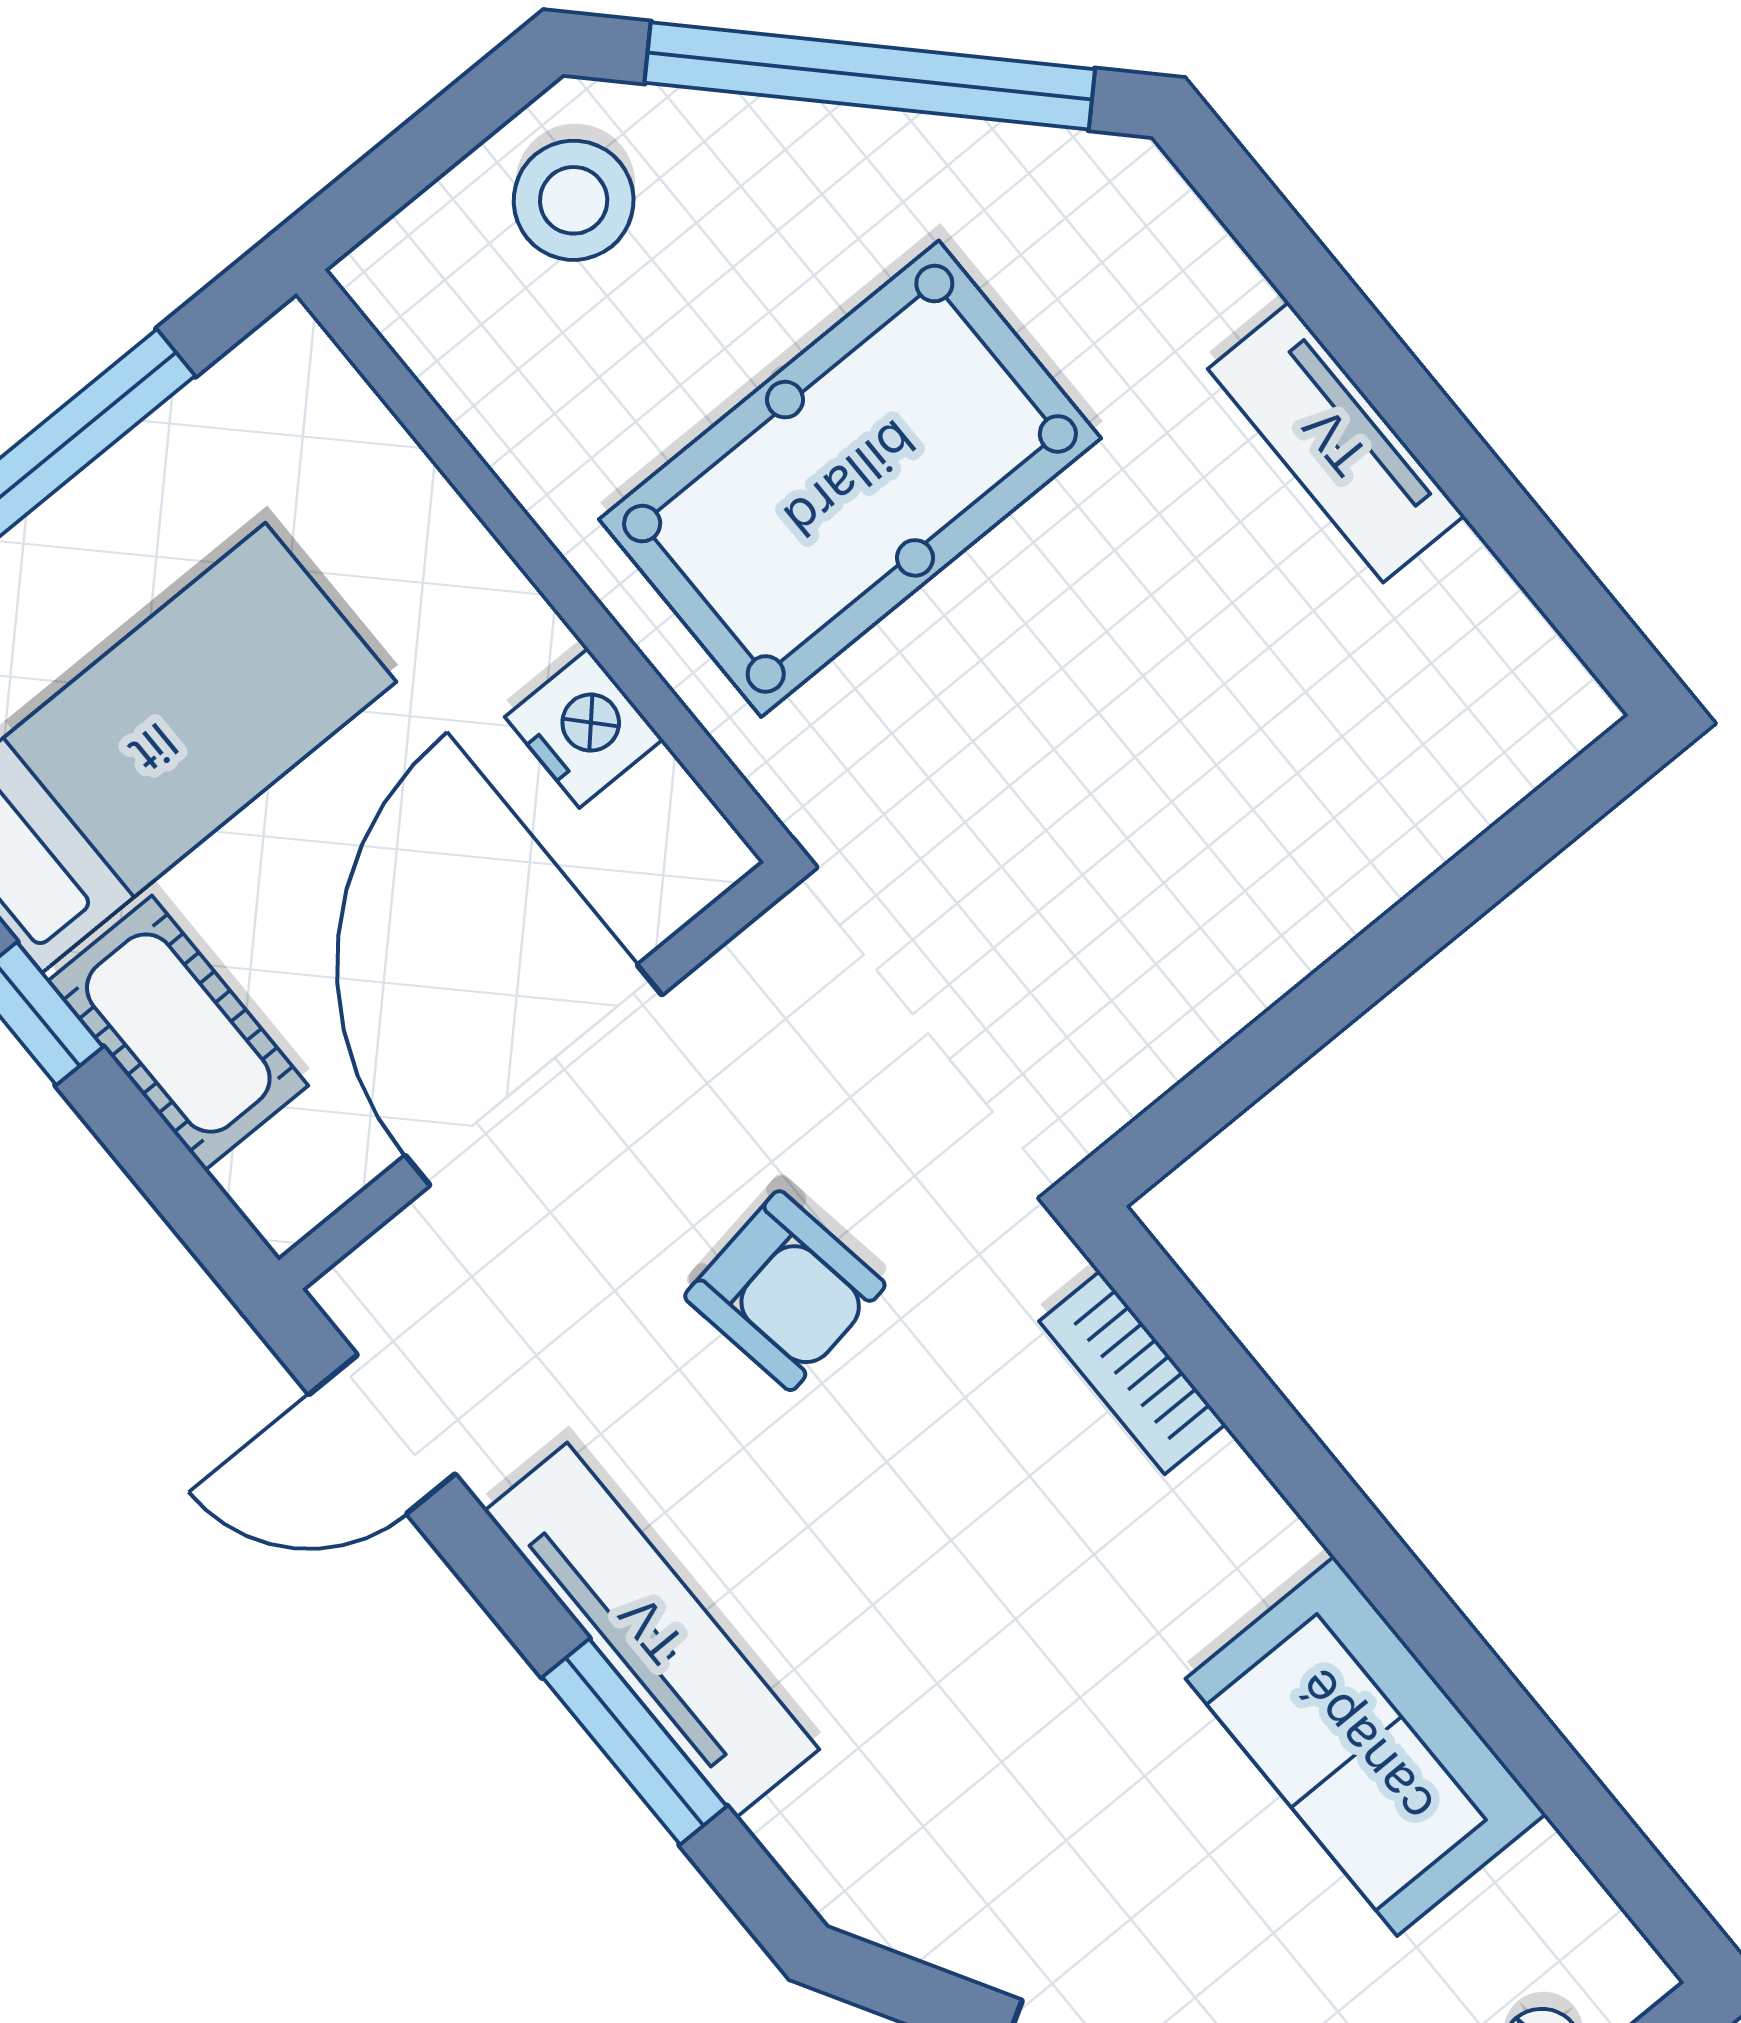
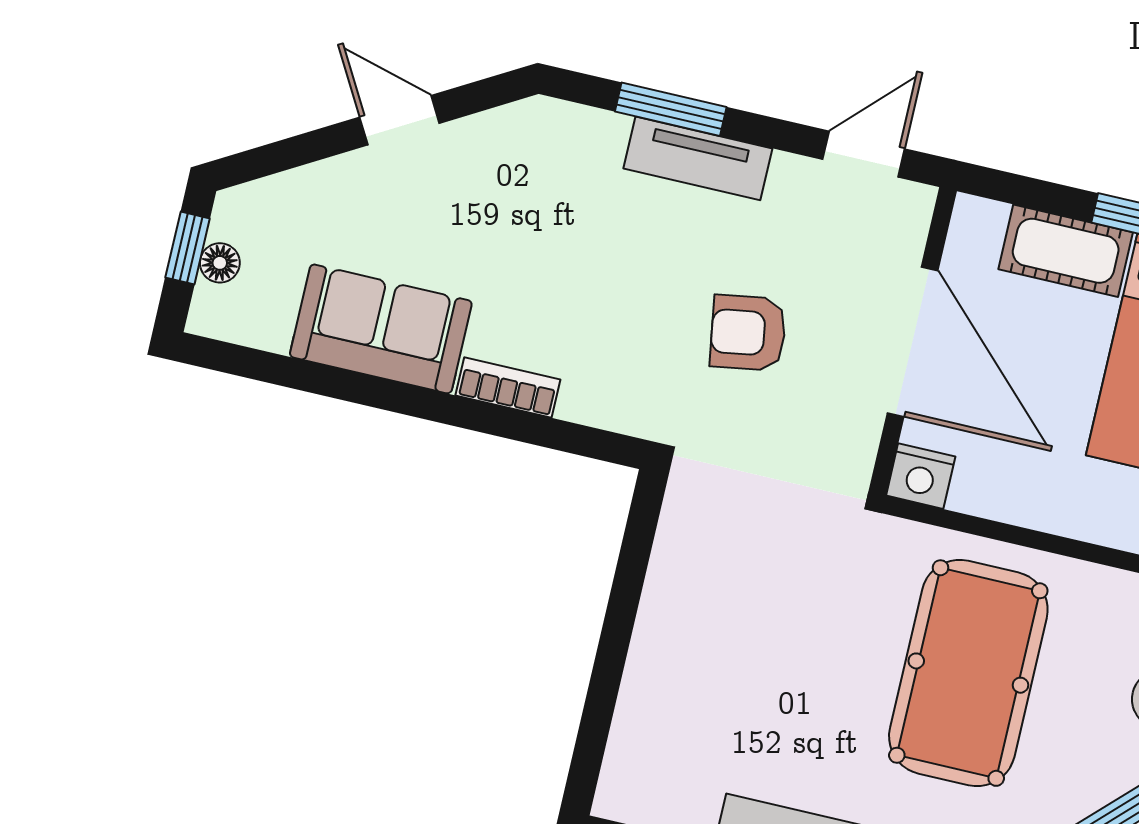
nightstand: (584, 728) -> (921, 476), moved
bookcase: (1132, 1373) -> (508, 387), moved
tv unit: (652, 1630) -> (698, 158), width x0.71

